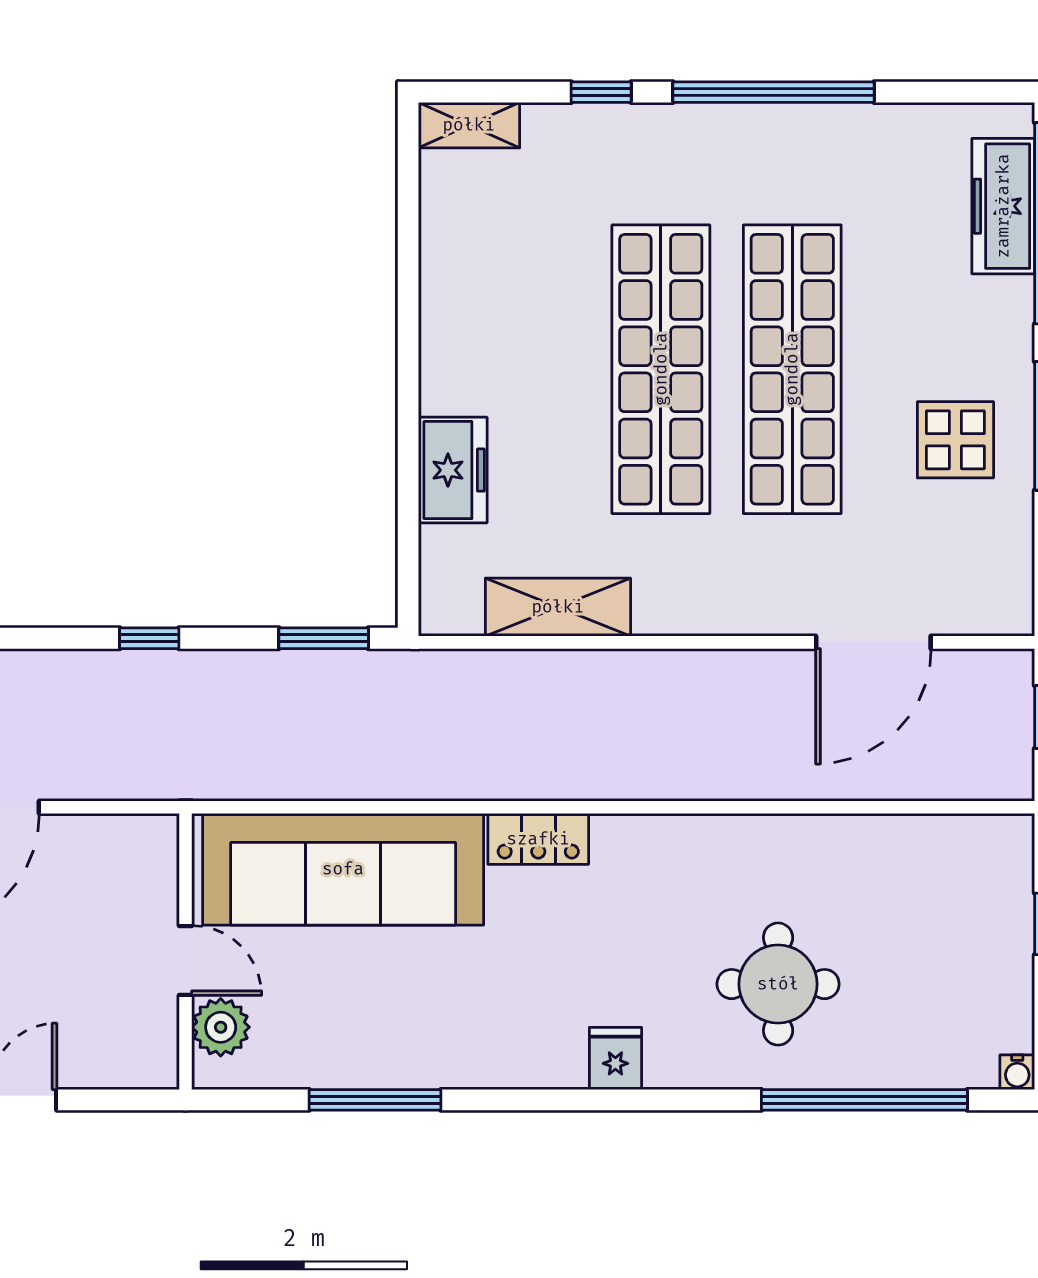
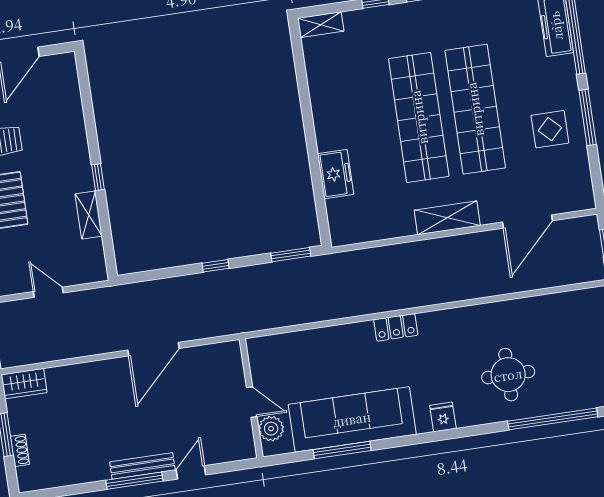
shelving: (558, 607) -> (447, 218), moved
sofa: (343, 869) -> (352, 419), moved, turned 180

